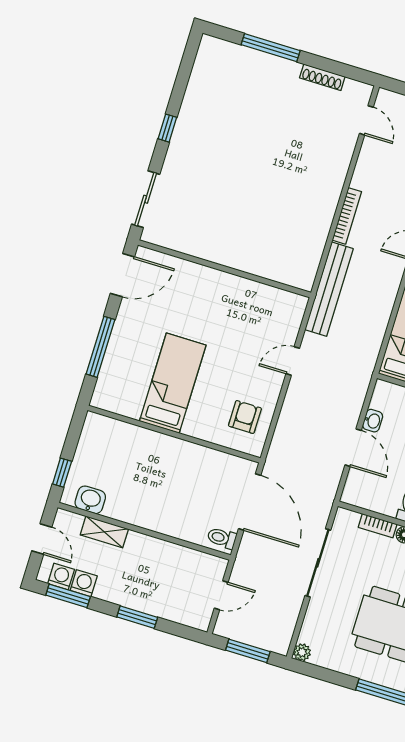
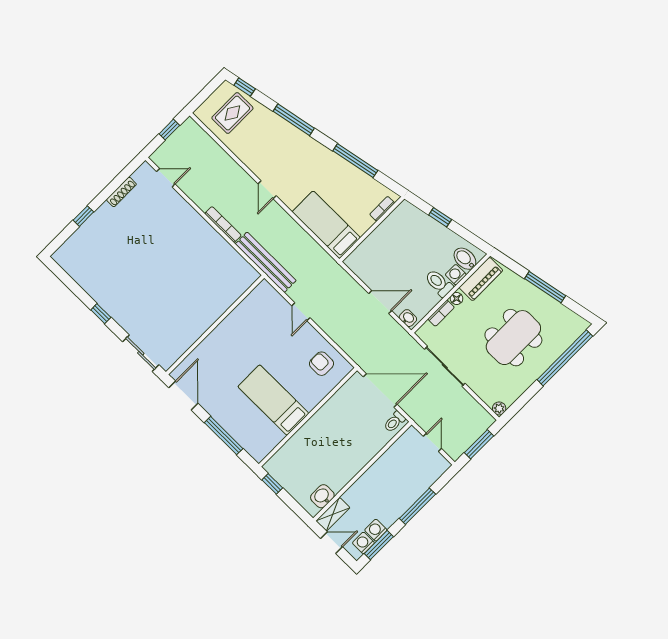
window: (271, 48) -> (83, 216), width x0.46
washbasin: (373, 421) -> (408, 318), moved
window: (62, 473) -> (272, 484), moved
shelving: (104, 532) -> (333, 514), moved
window: (137, 617) -> (417, 506), width x1.44

